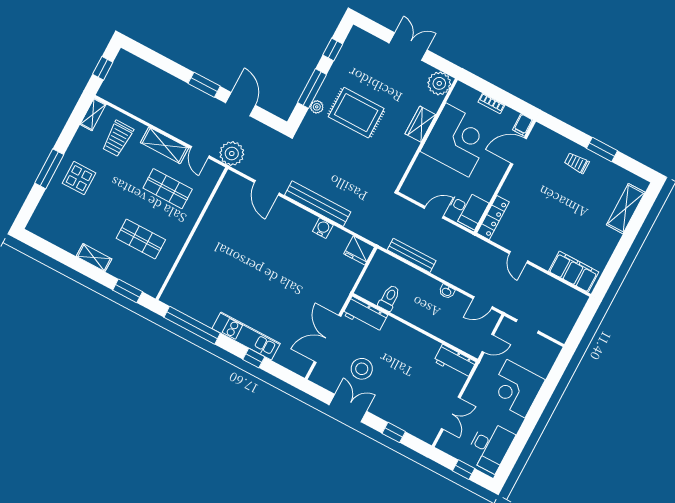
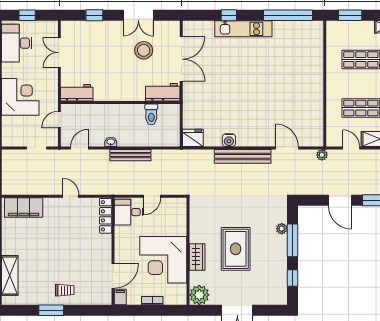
rug: (356, 113) -> (236, 249), moved, turned 90
plant: (232, 153) -> (322, 155), width x0.53, depth x0.53
bench: (412, 255) -> (130, 155), moved

